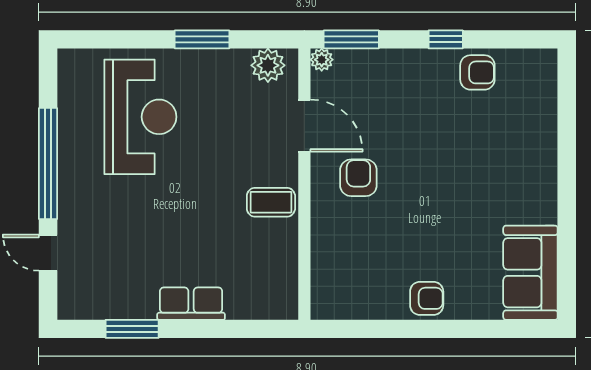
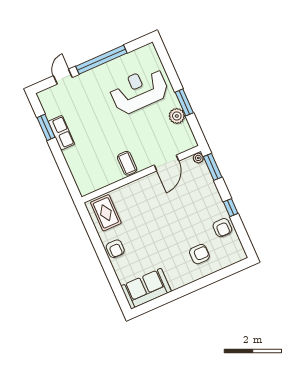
plant: (268, 65) -> (177, 116), moved
reception desk: (140, 117) -> (139, 91), turned 180
armchair: (358, 178) -> (199, 254), moved
rug: (349, 286) -> (106, 213), added
row of seats: (191, 304) -> (61, 133), moved

